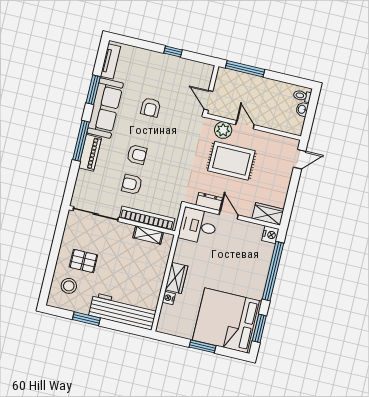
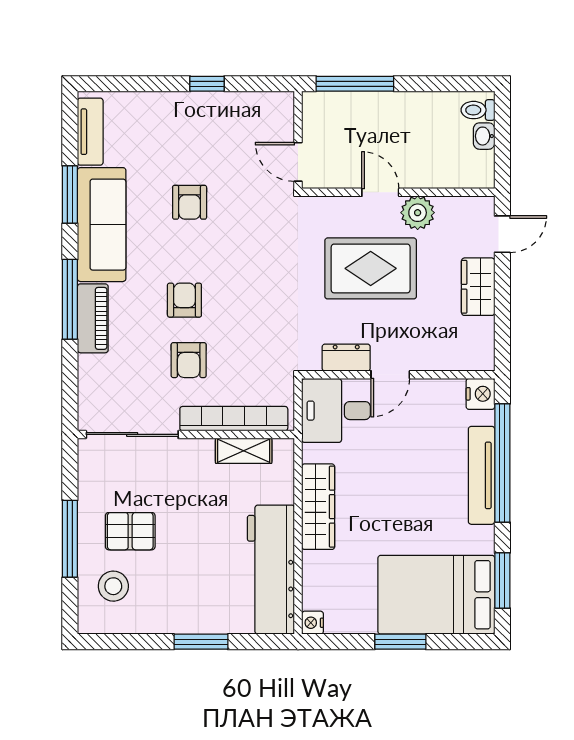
plant: (223, 130) -> (418, 213), moved
armchair: (137, 155) -> (184, 300), turned -90
armchair: (132, 184) -> (189, 360), turned -90
wardrobe: (268, 214) -> (478, 287), moved, turned -90
door: (229, 215) -> (390, 375), swing flipped
window: (53, 258) -> (70, 539), added
tv unit: (261, 275) -> (482, 475), added
wardrobe: (176, 278) -> (318, 507), width x1.50
nightstand: (169, 298) -> (313, 623), moved
workbench: (123, 311) -> (271, 570), moved, turned -90
window: (86, 319) -> (201, 642), moved
bed: (227, 321) -> (436, 595), width x0.73

